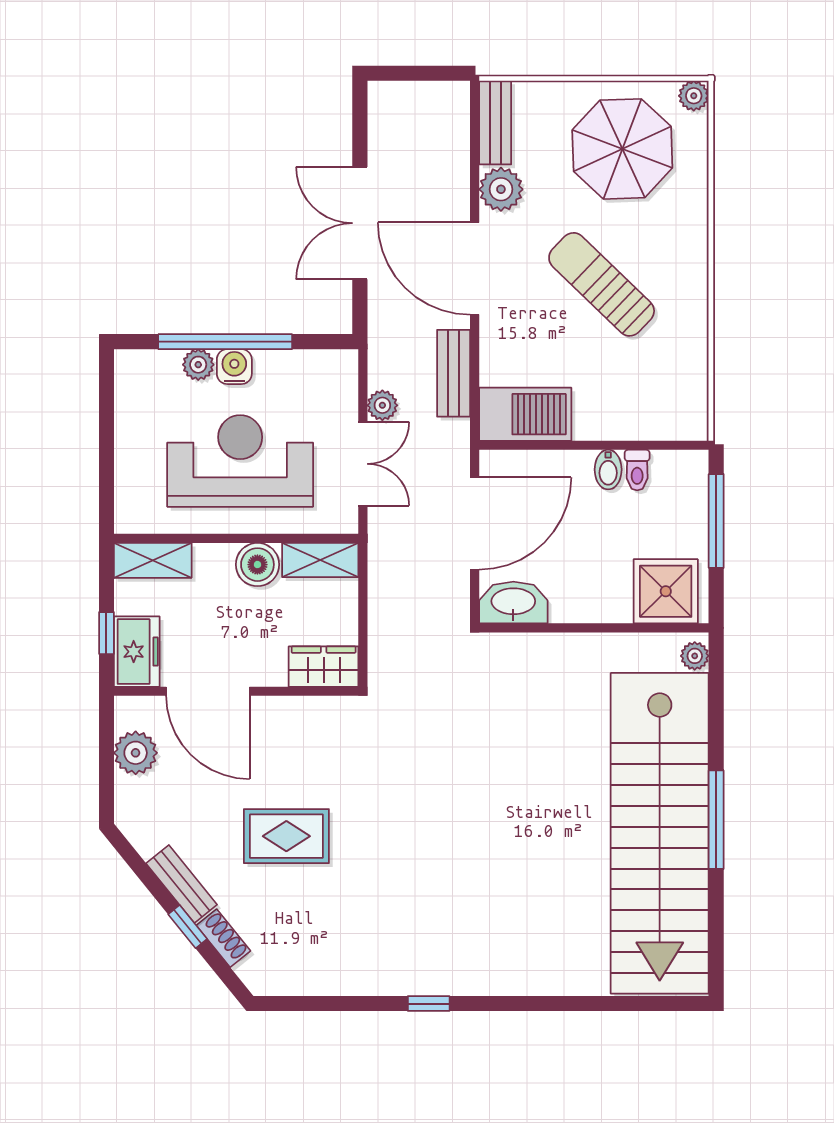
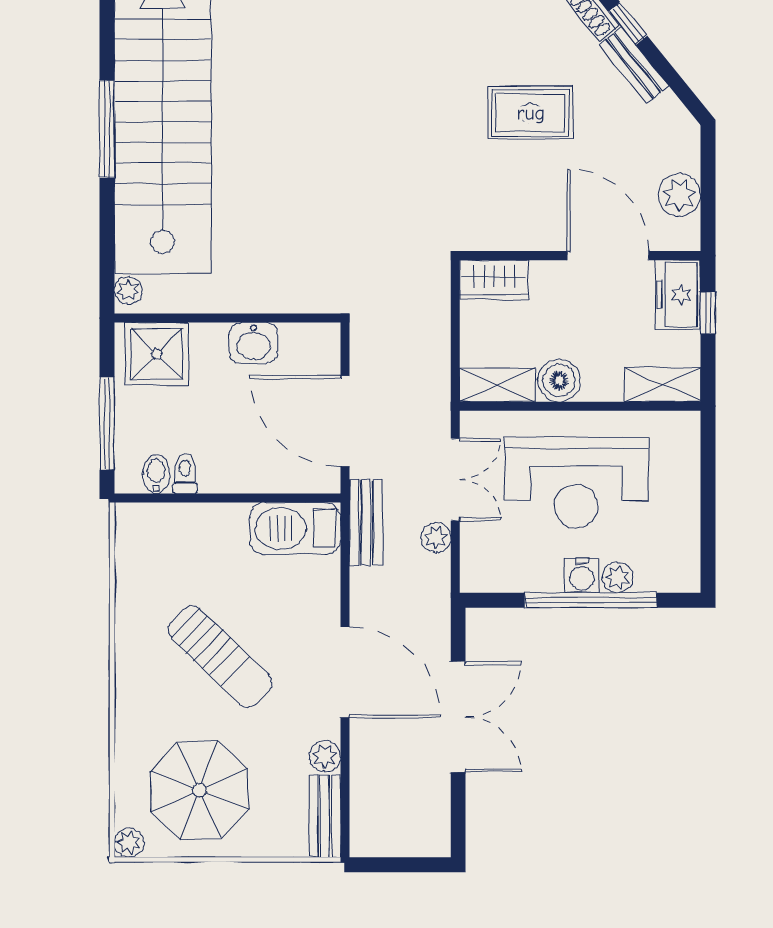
plant: (501, 189) -> (325, 756), width x0.73, depth x0.73
bench: (454, 373) -> (366, 523), moved
double door: (363, 464) -> (455, 480), swing flipped
bidet: (608, 470) -> (156, 474), moved
door: (475, 523) -> (345, 421), hinge flipped
washbasin: (513, 603) -> (253, 343), moved, width x0.72

